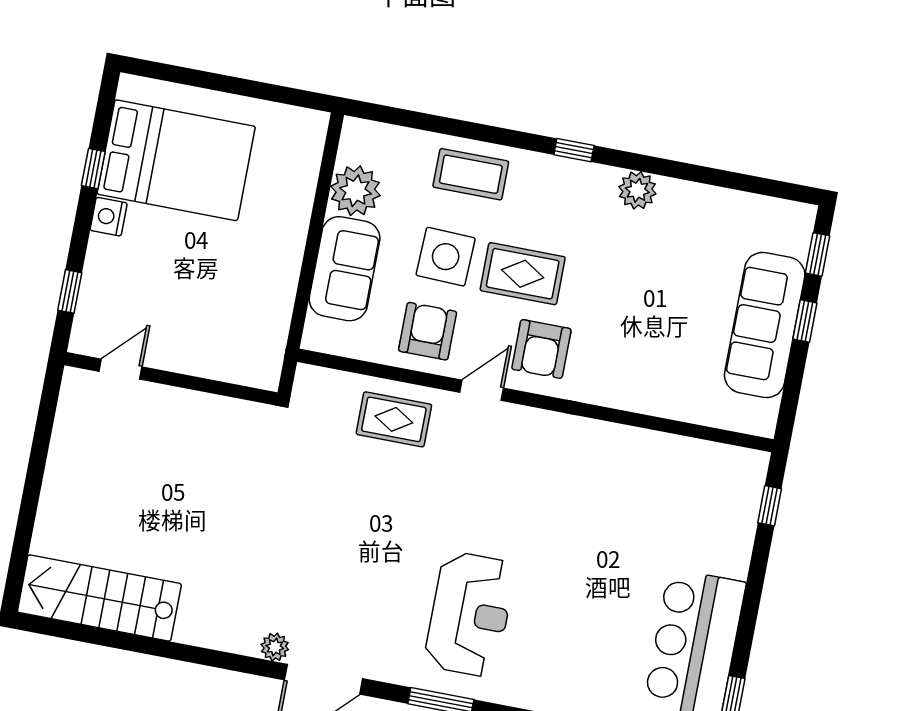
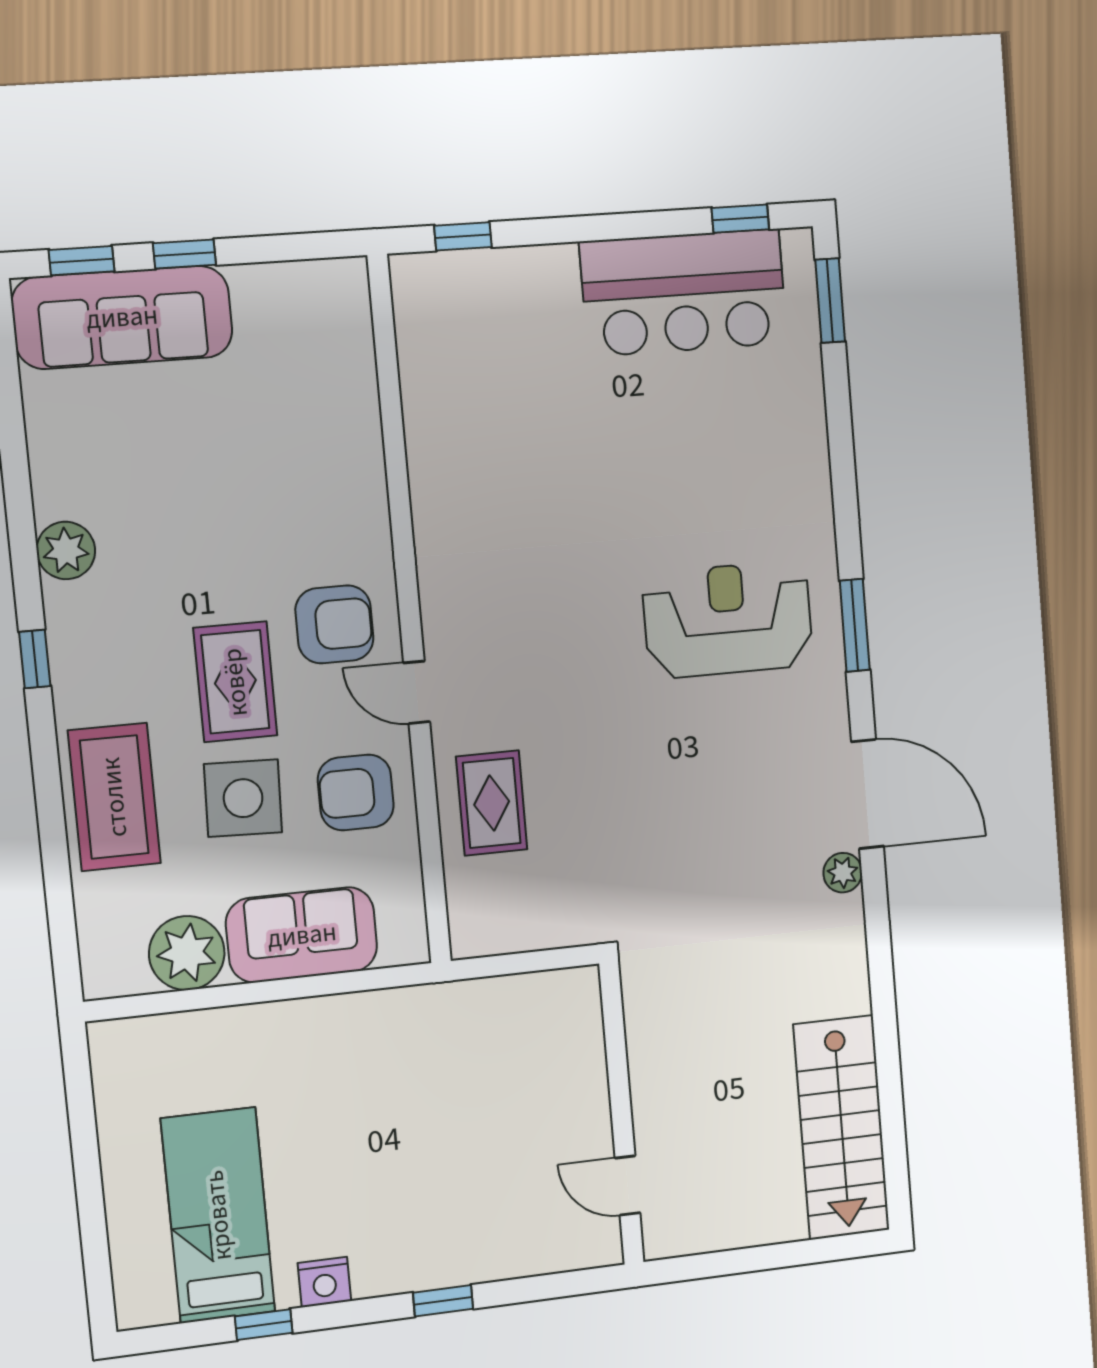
bed: (176, 160) -> (218, 1215), width x0.67
coffee table: (471, 174) -> (114, 797), width x1.36, depth x1.32
sofa: (765, 325) -> (122, 317), moved
door: (120, 369) -> (628, 1186), moved
wall: (171, 379) -> (621, 1114), moved

